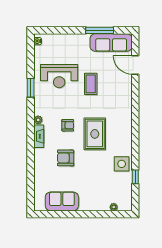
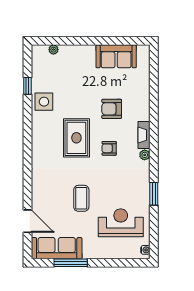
reception desk: (59, 76) -> (121, 223), moved
armchair: (66, 158) -> (112, 109), turned 180

